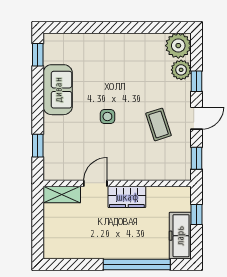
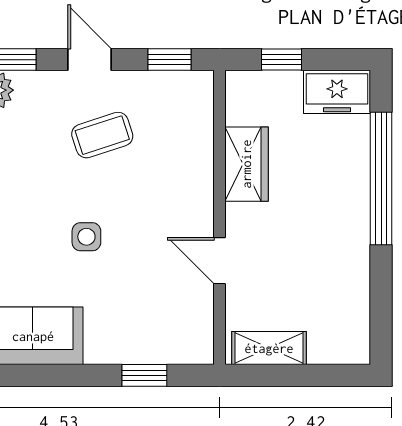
shelving: (62, 194) -> (269, 348), moved, turned 90
wardrobe: (127, 197) -> (246, 164), moved
freezer: (180, 236) -> (337, 92), width x0.71

